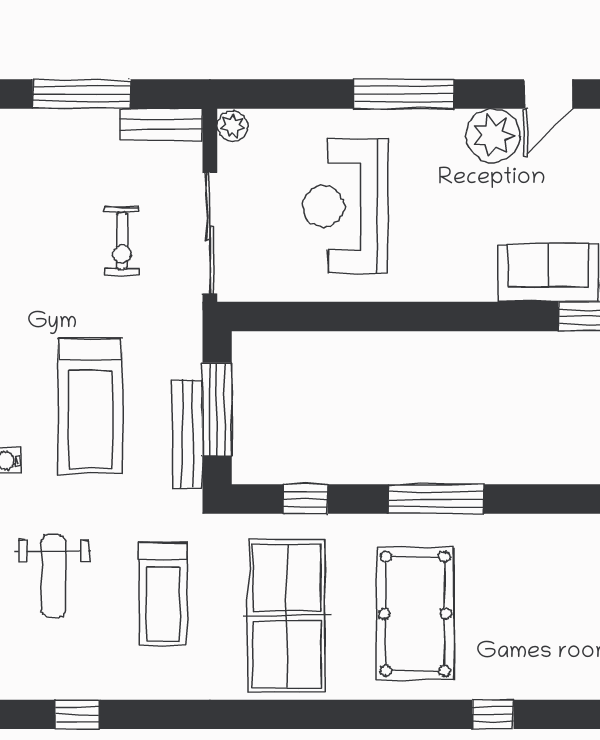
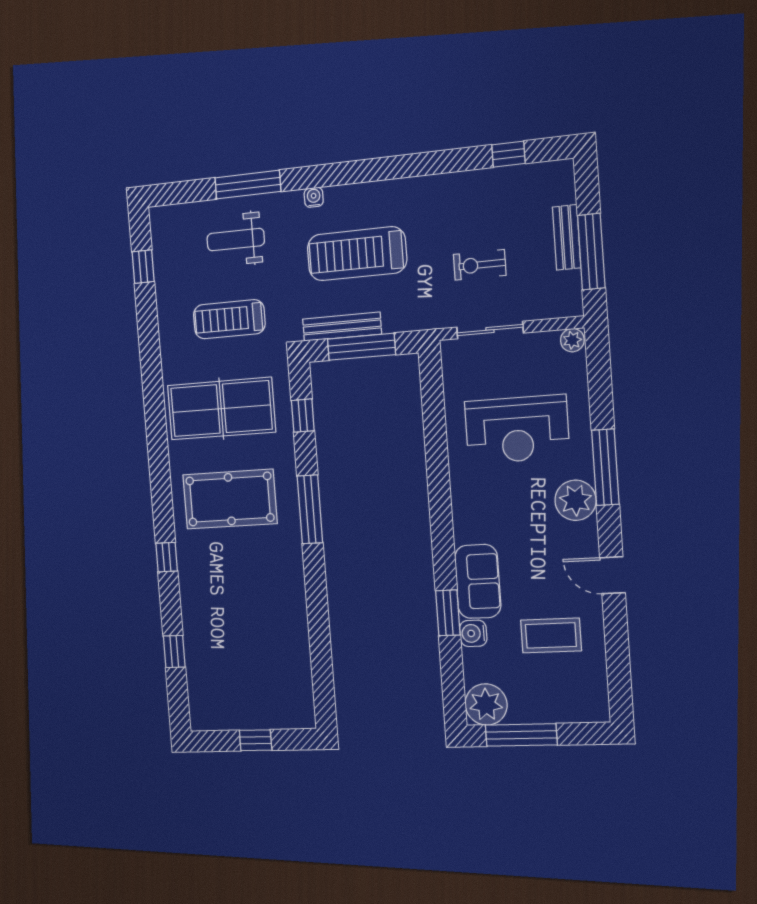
window: (82, 94) -> (591, 252), moved
bench: (161, 124) -> (567, 237), moved
plant: (493, 136) -> (576, 500), moved
reception desk: (345, 206) -> (517, 429), turned 180
sliding door: (210, 233) -> (490, 330), width x0.73

